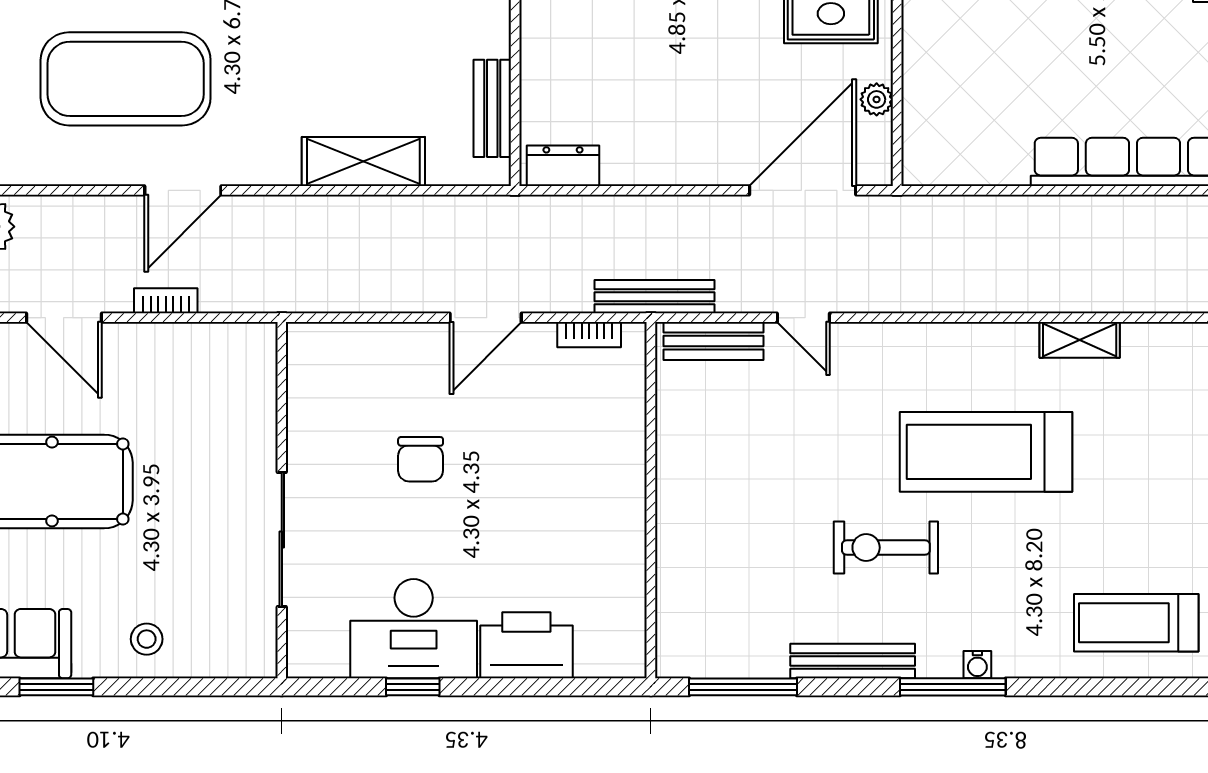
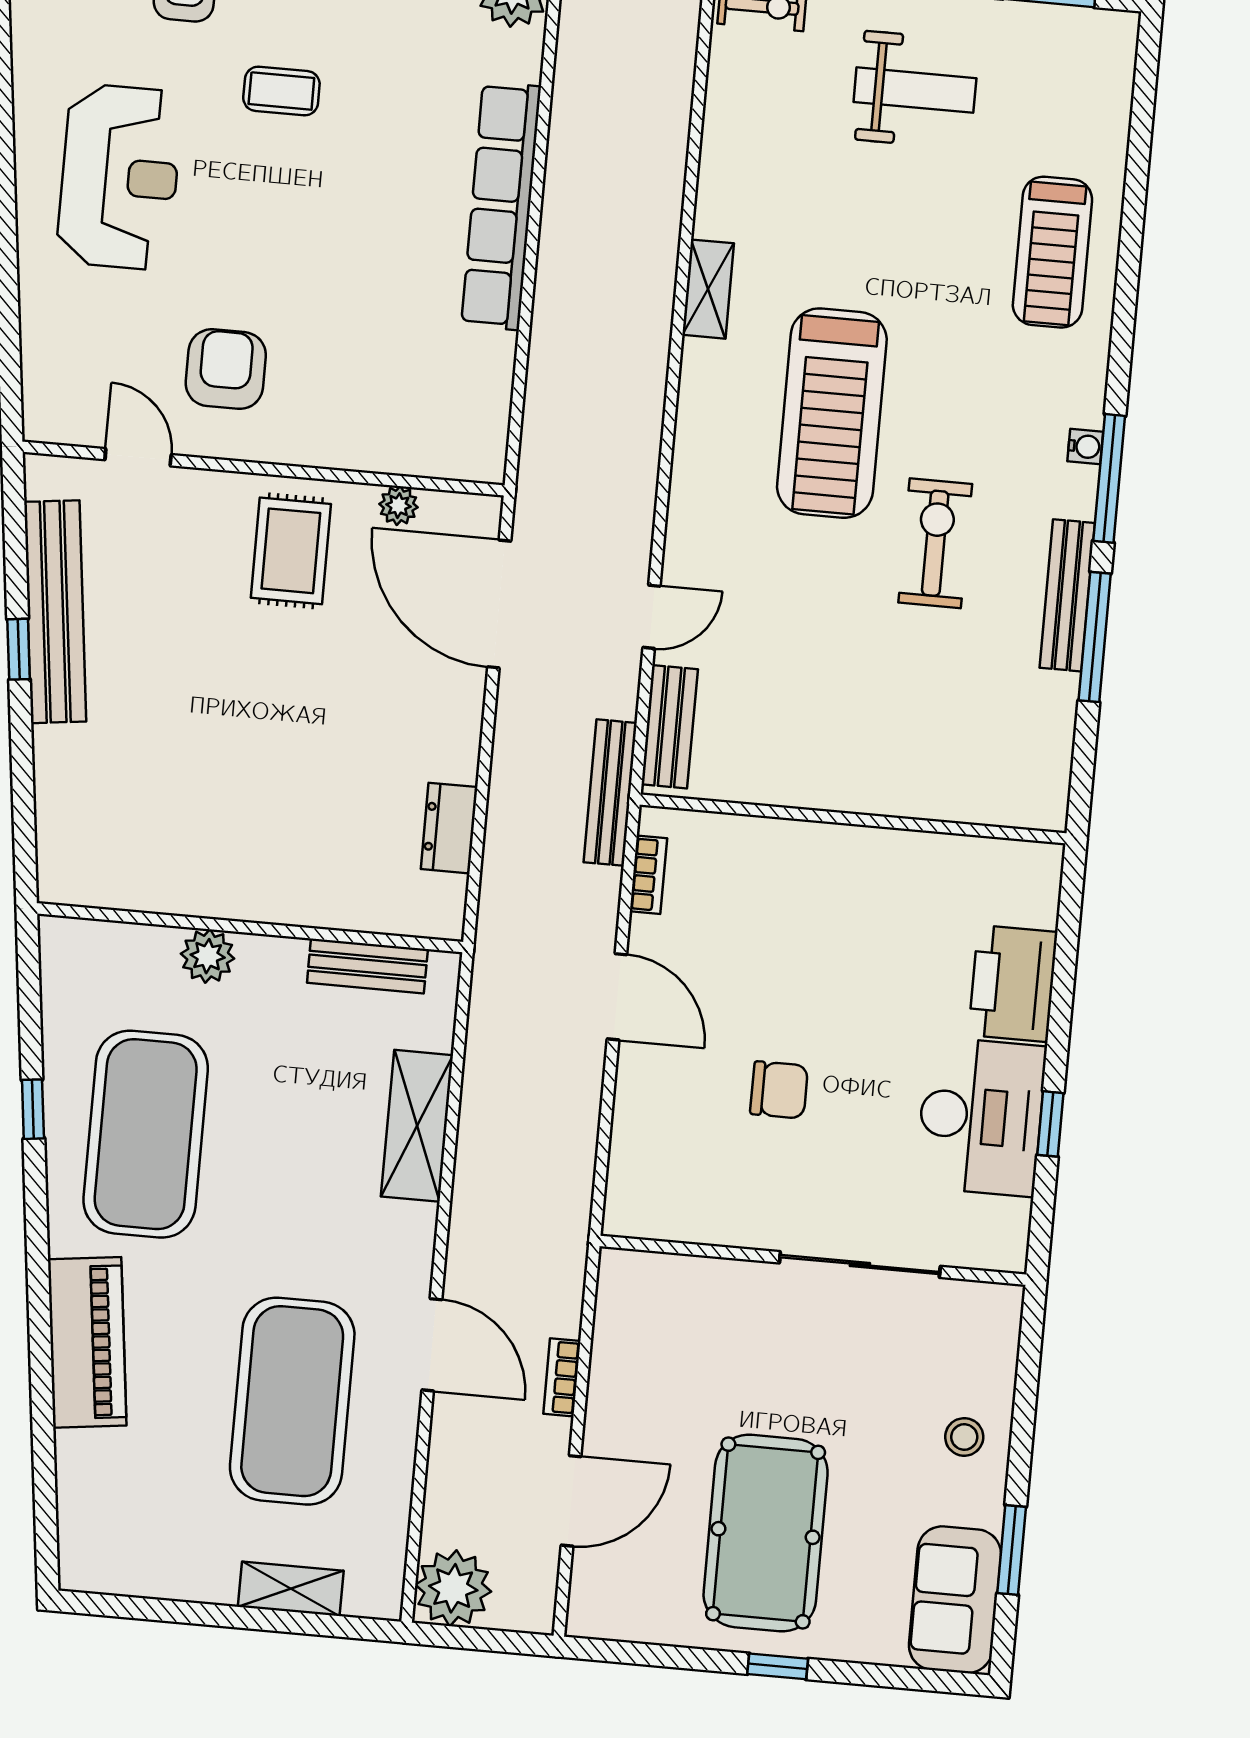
dresser: (563, 166) -> (449, 828), moved
exercise bike: (886, 548) -> (935, 543), turned 180
window: (743, 687) -> (1095, 637), moved

